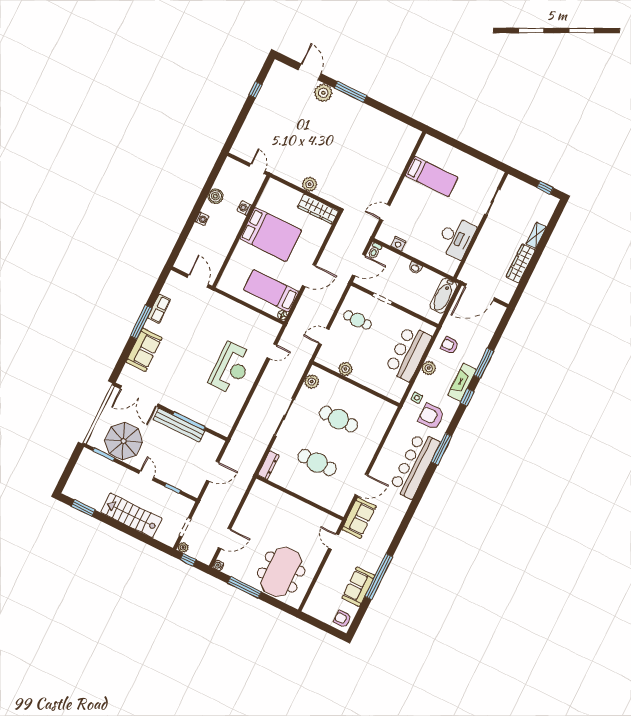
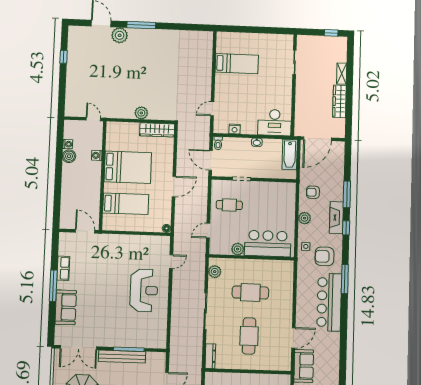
washing machine: (202, 219) -> (68, 144), moved
desk: (456, 238) -> (275, 123), moved, turned 90
door: (359, 265) -> (211, 160), swing flipped
bed: (271, 291) -> (126, 204), moved, turned 180
bar counter: (408, 353) -> (268, 244), moved, turned 90
cafe table: (317, 463) -> (249, 336), turned 90

